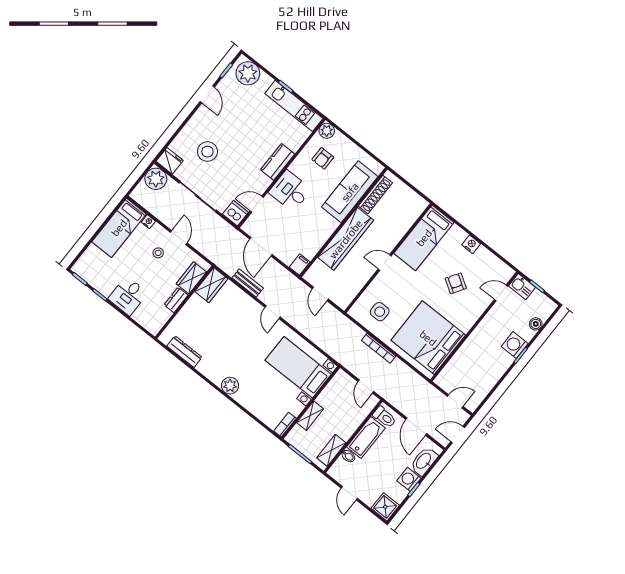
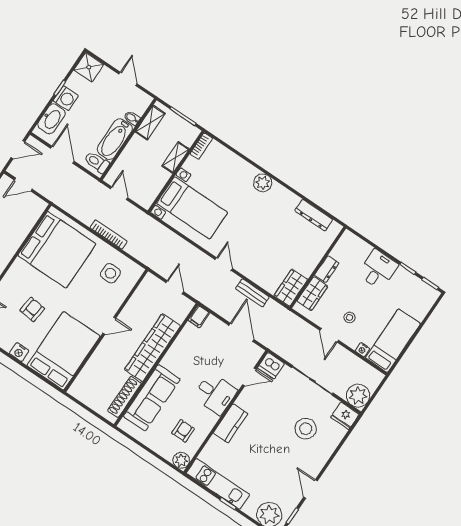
bed: (424, 238) -> (64, 351), width x1.50
armchair: (456, 283) -> (32, 309), turned -116

